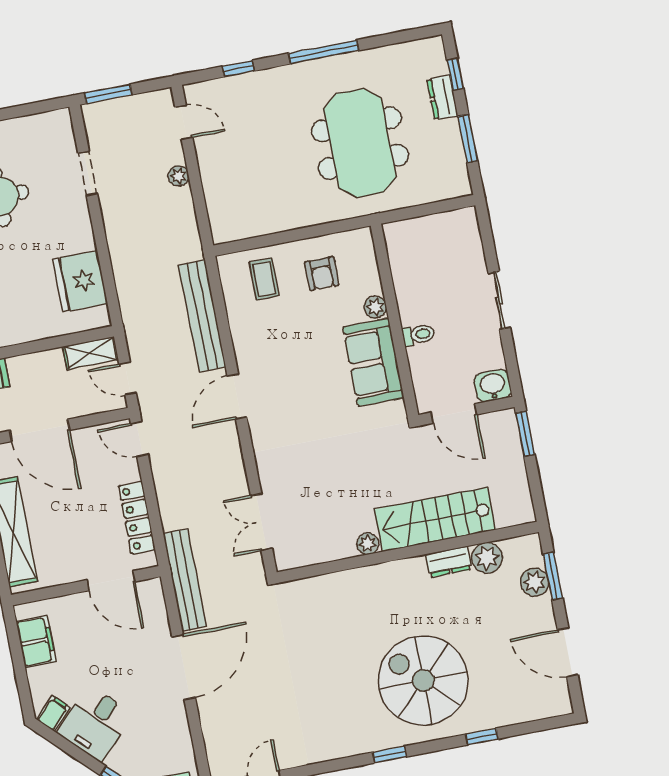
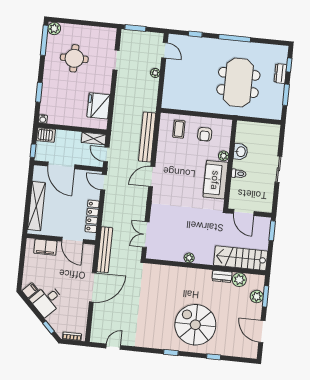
washbasin: (493, 386) -> (241, 152), moved, turned 90
stairs: (435, 519) -> (241, 258), moved
filing cabinet: (36, 642) -> (45, 247), moved, turned 90

